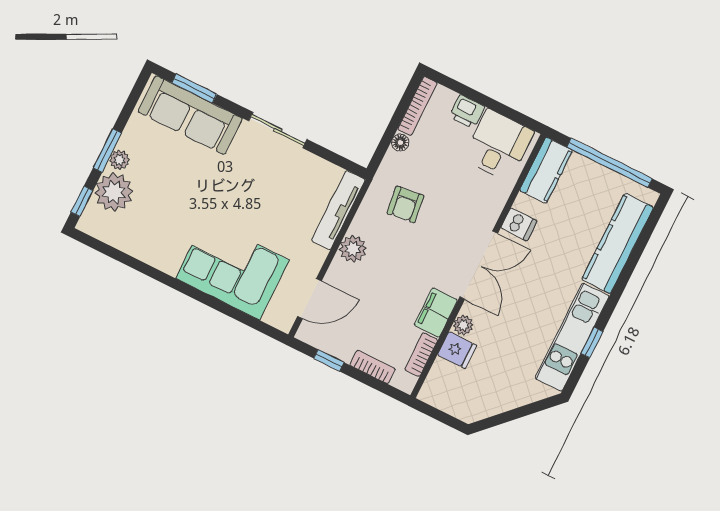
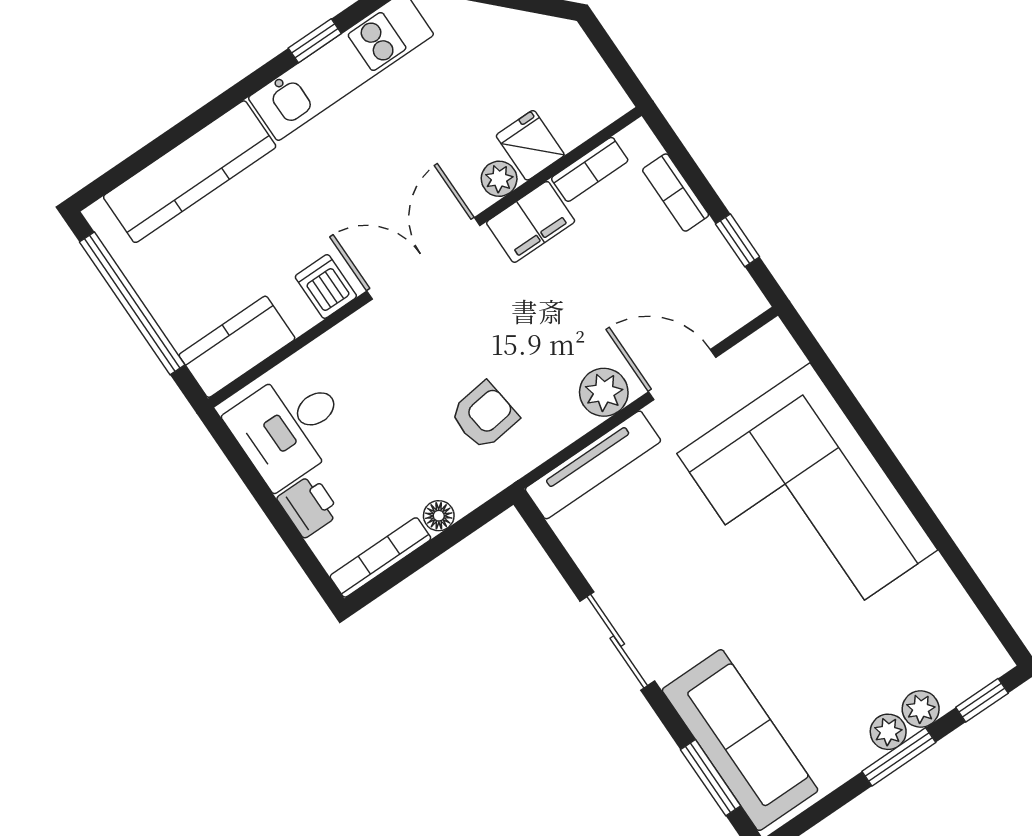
plant: (114, 192) -> (921, 709), width x0.53, depth x0.53
corner sofa: (232, 269) -> (807, 502), width x1.36, depth x1.36
door: (309, 299) -> (682, 375), moved

